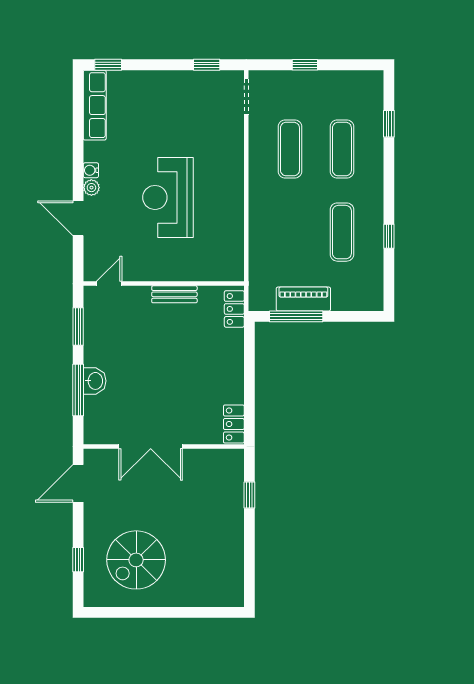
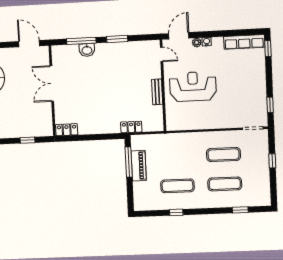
door: (109, 284) -> (162, 54), moved
wall: (164, 284) -> (163, 85), moved
bench: (174, 294) -> (157, 92), moved

